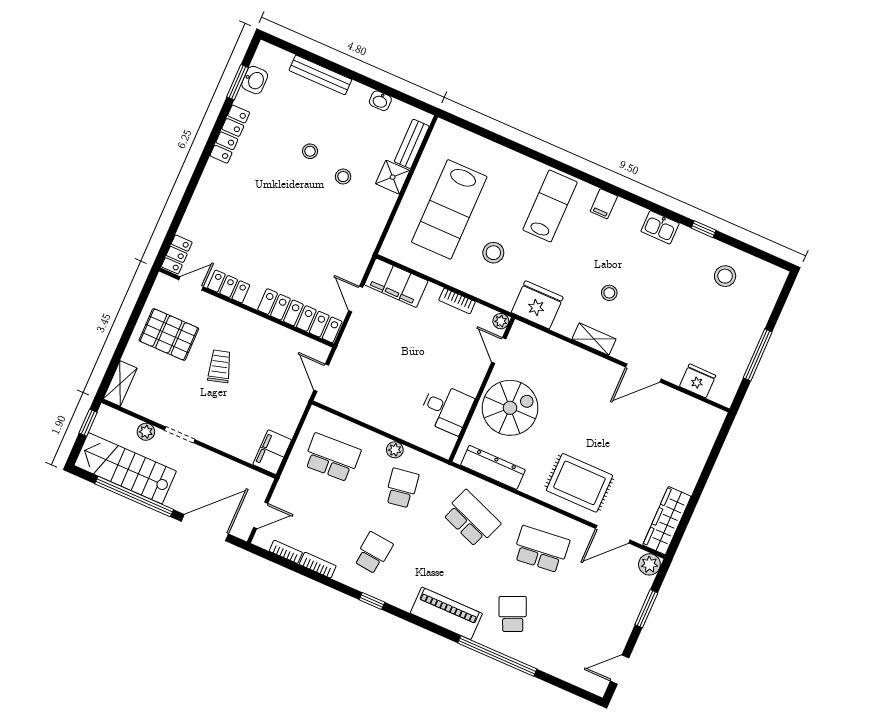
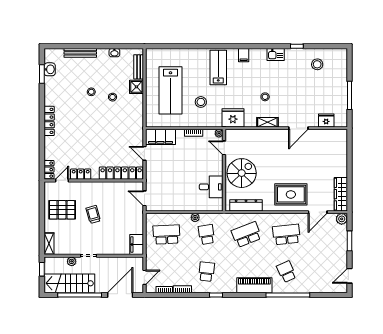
locker: (230, 134) -> (49, 121), moved
school desk: (471, 519) -> (246, 234), turned -42

